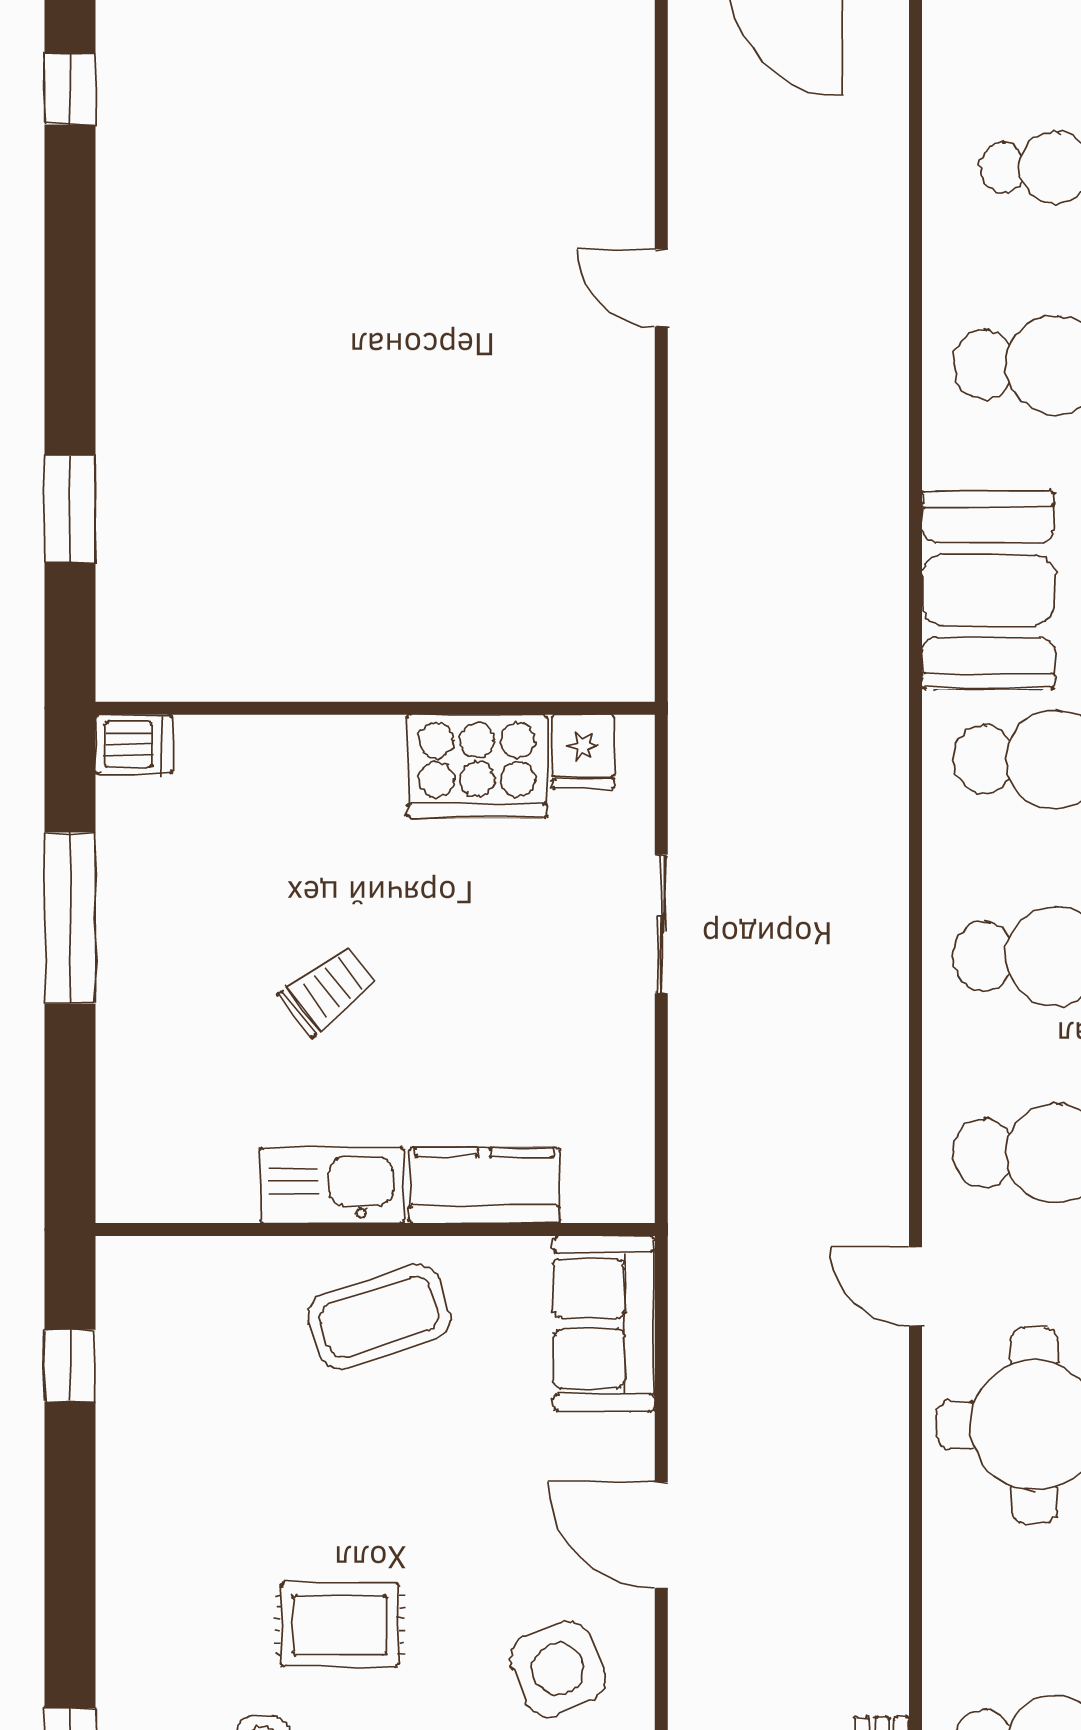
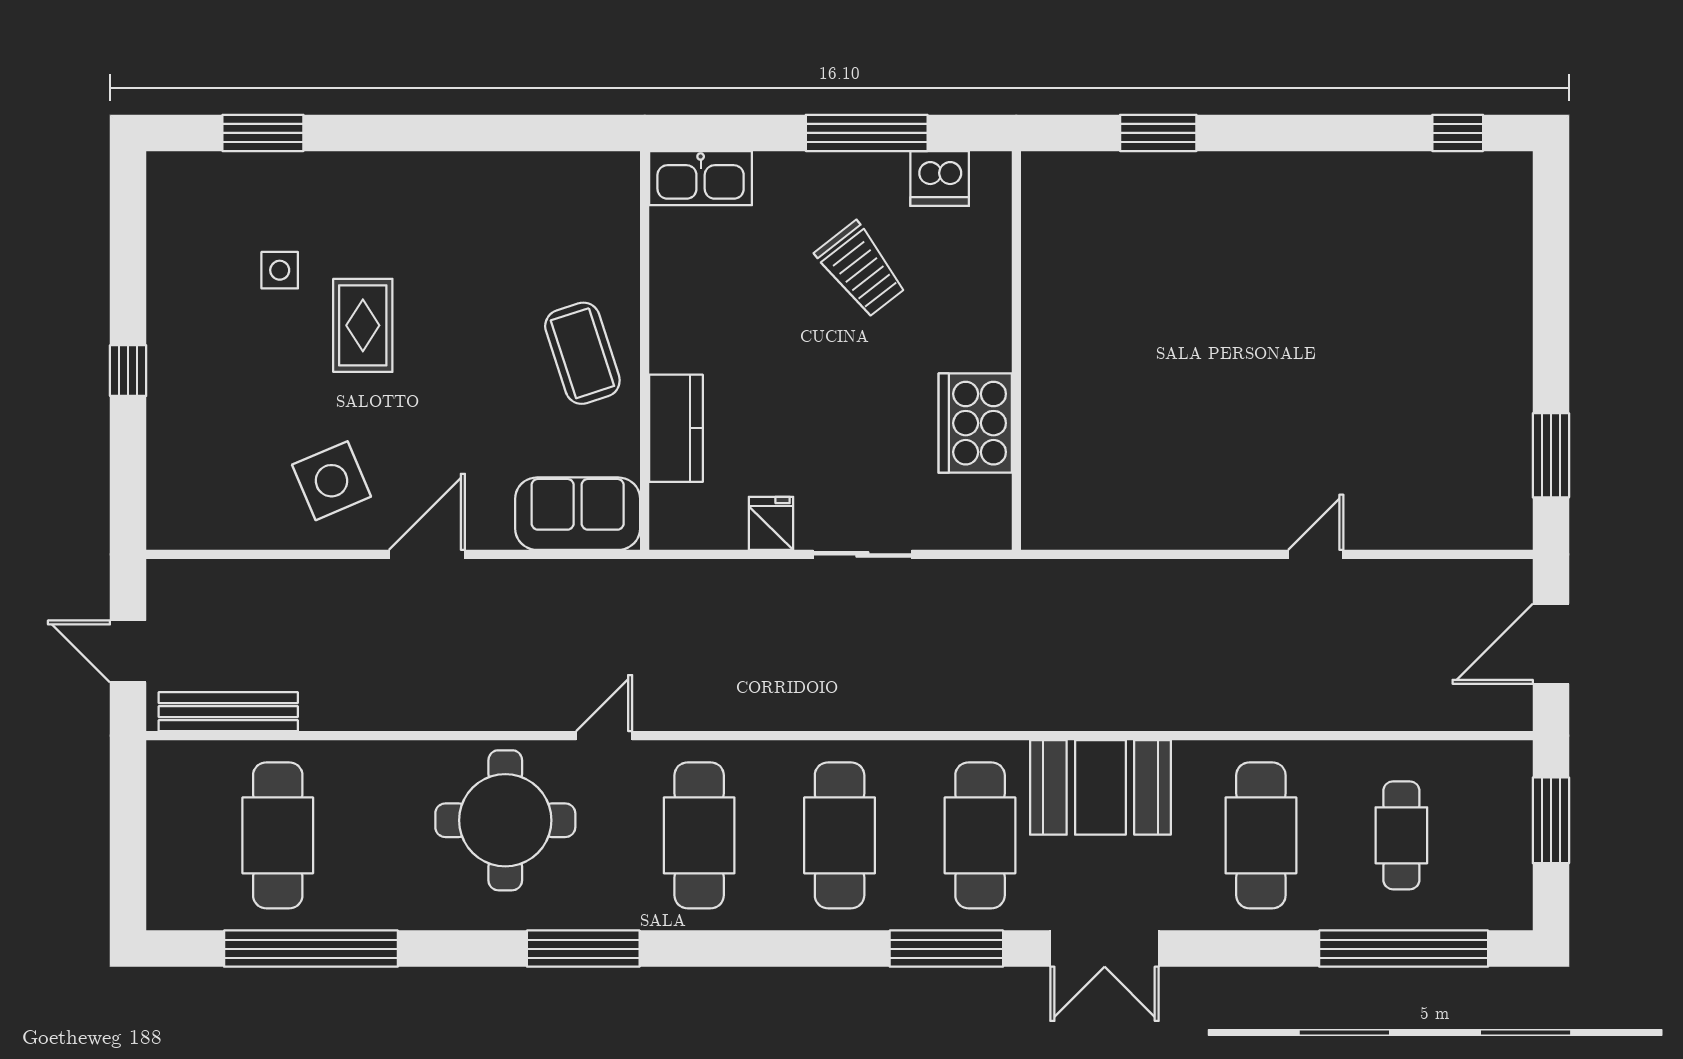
dishwasher: (134, 744) -> (940, 179), moved, width x1.38
fridge: (583, 752) -> (771, 523), moved, turned 90
trolley: (328, 990) -> (861, 270), moved, width x1.36, depth x1.39
kitchen sink: (332, 1185) -> (701, 178), moved, turned 90
window: (70, 1366) -> (548, 133), removed

